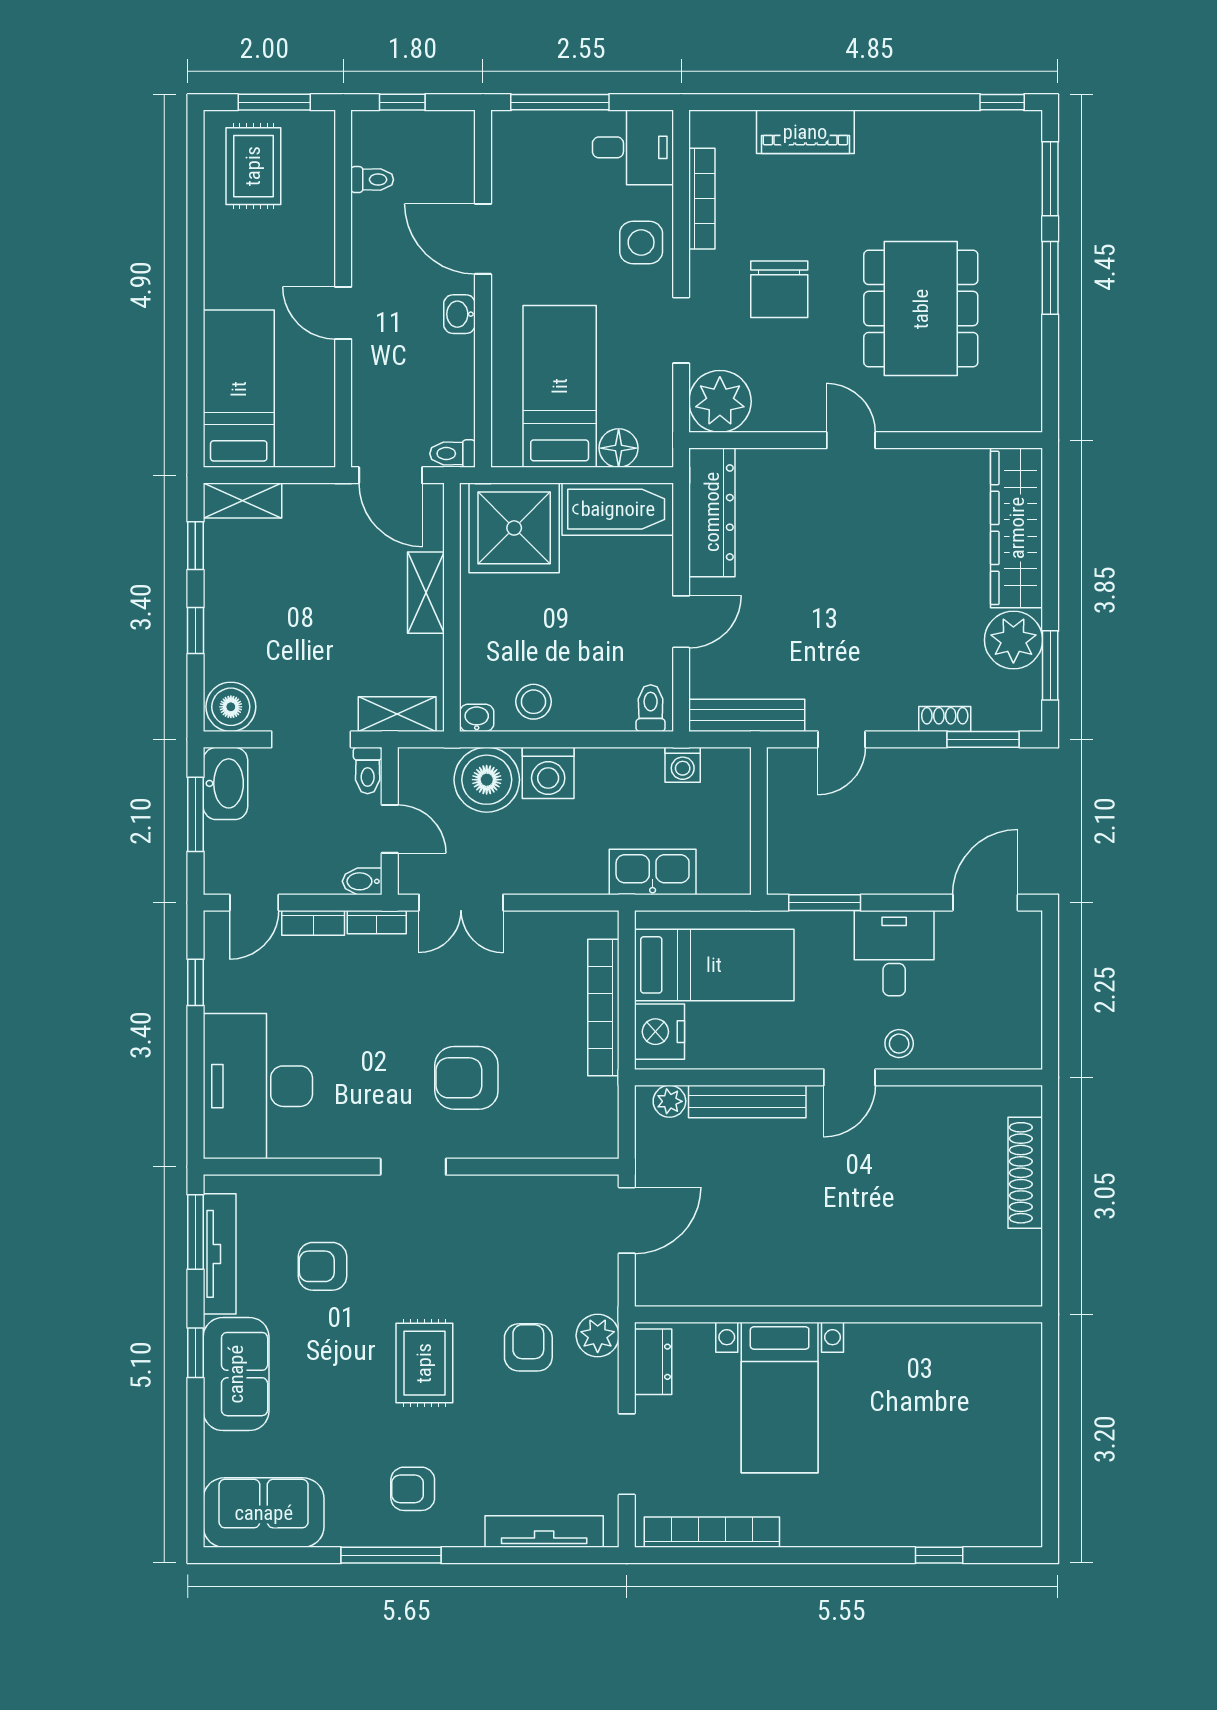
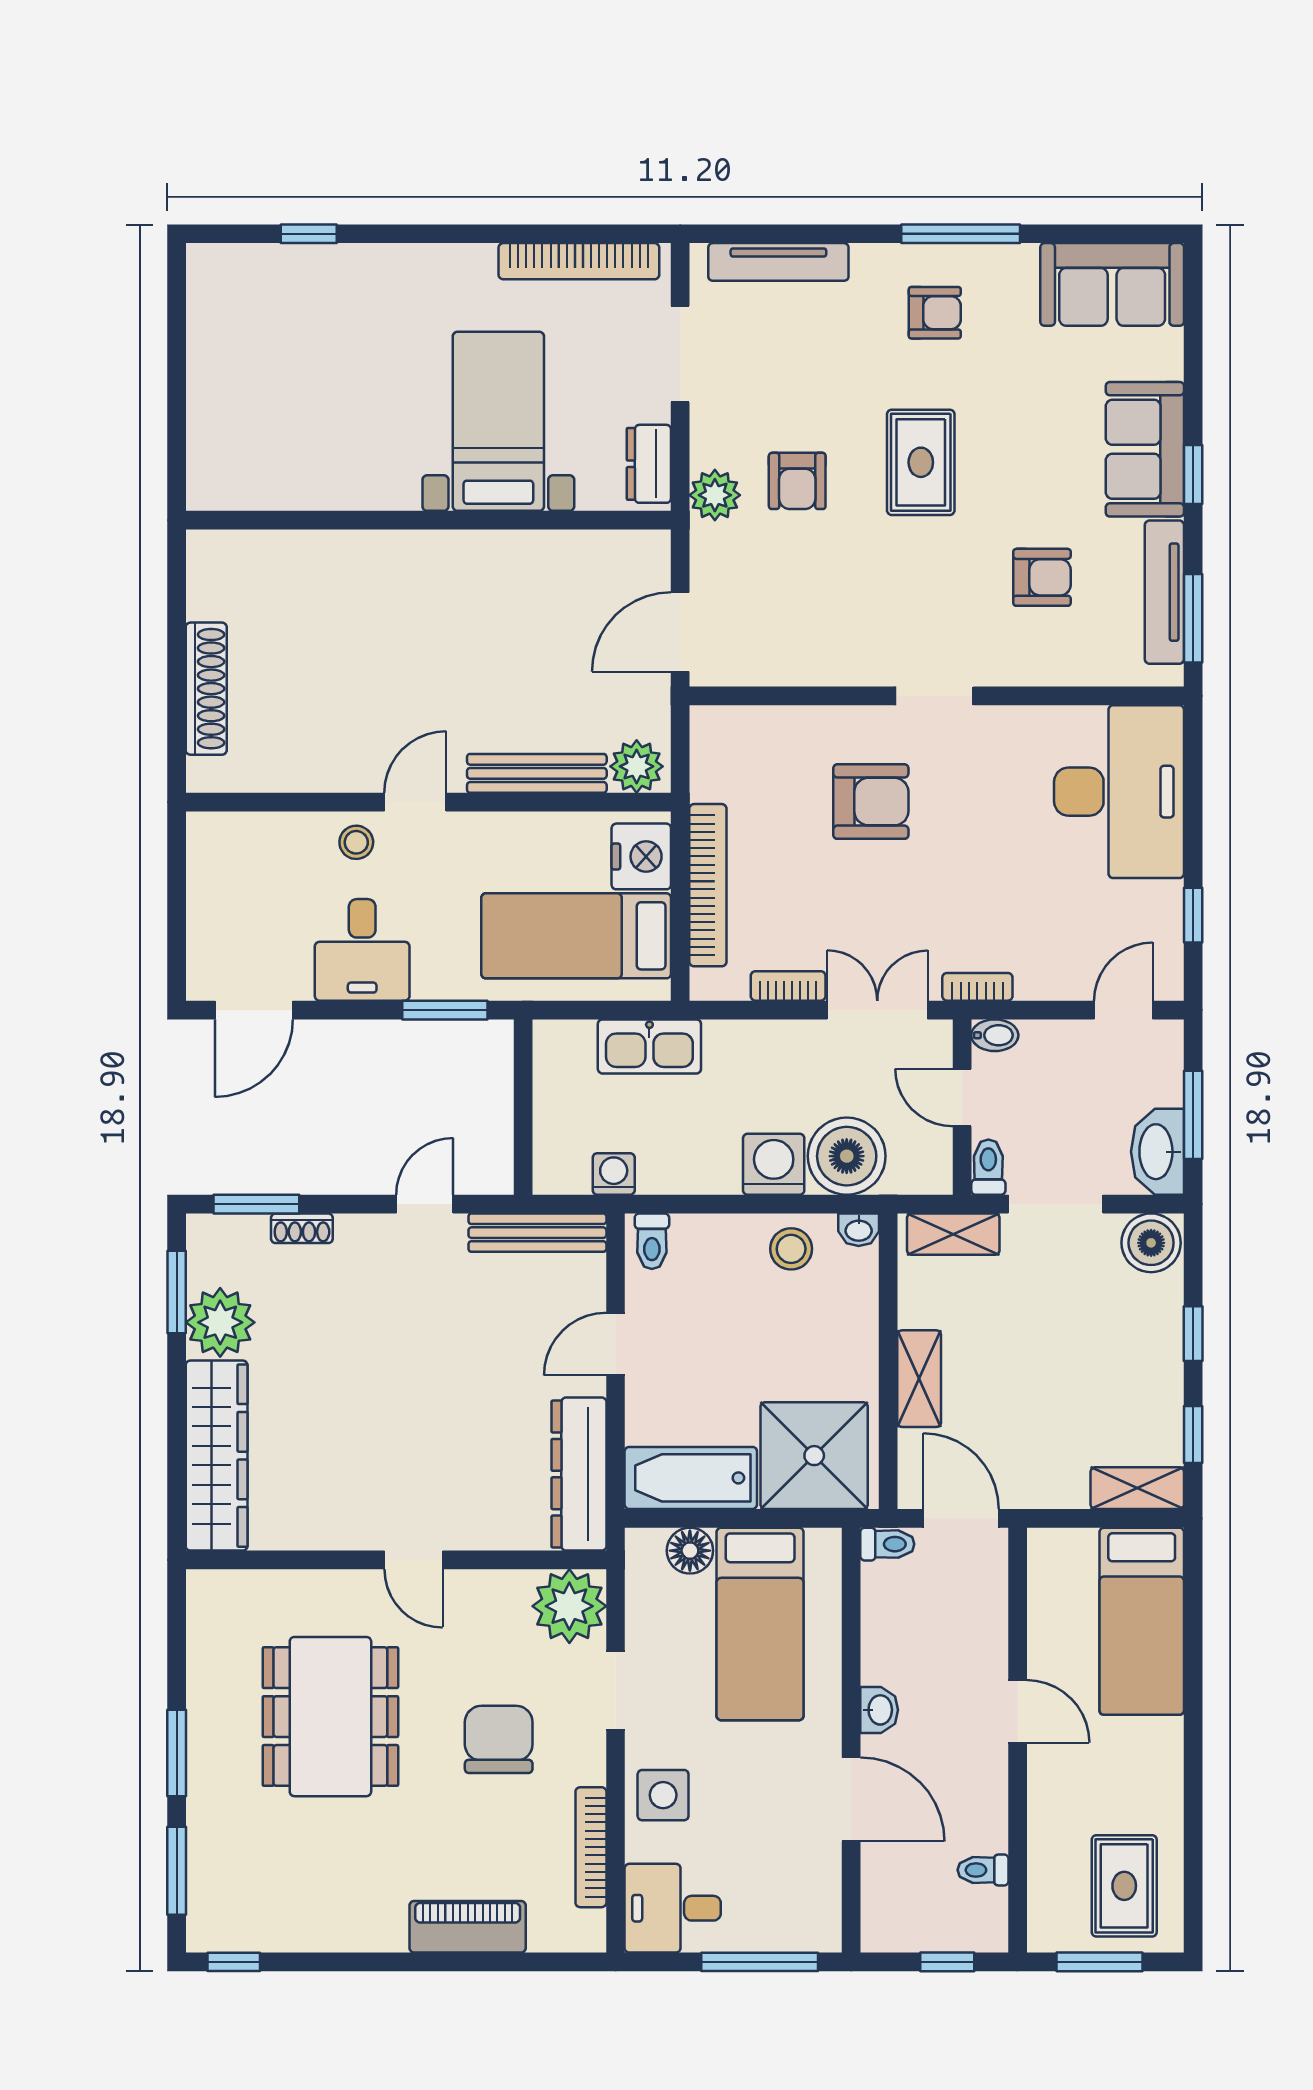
bookcase: (313, 923) -> (788, 986), moved
plant: (669, 1101) -> (637, 766), width x1.38, depth x1.38

